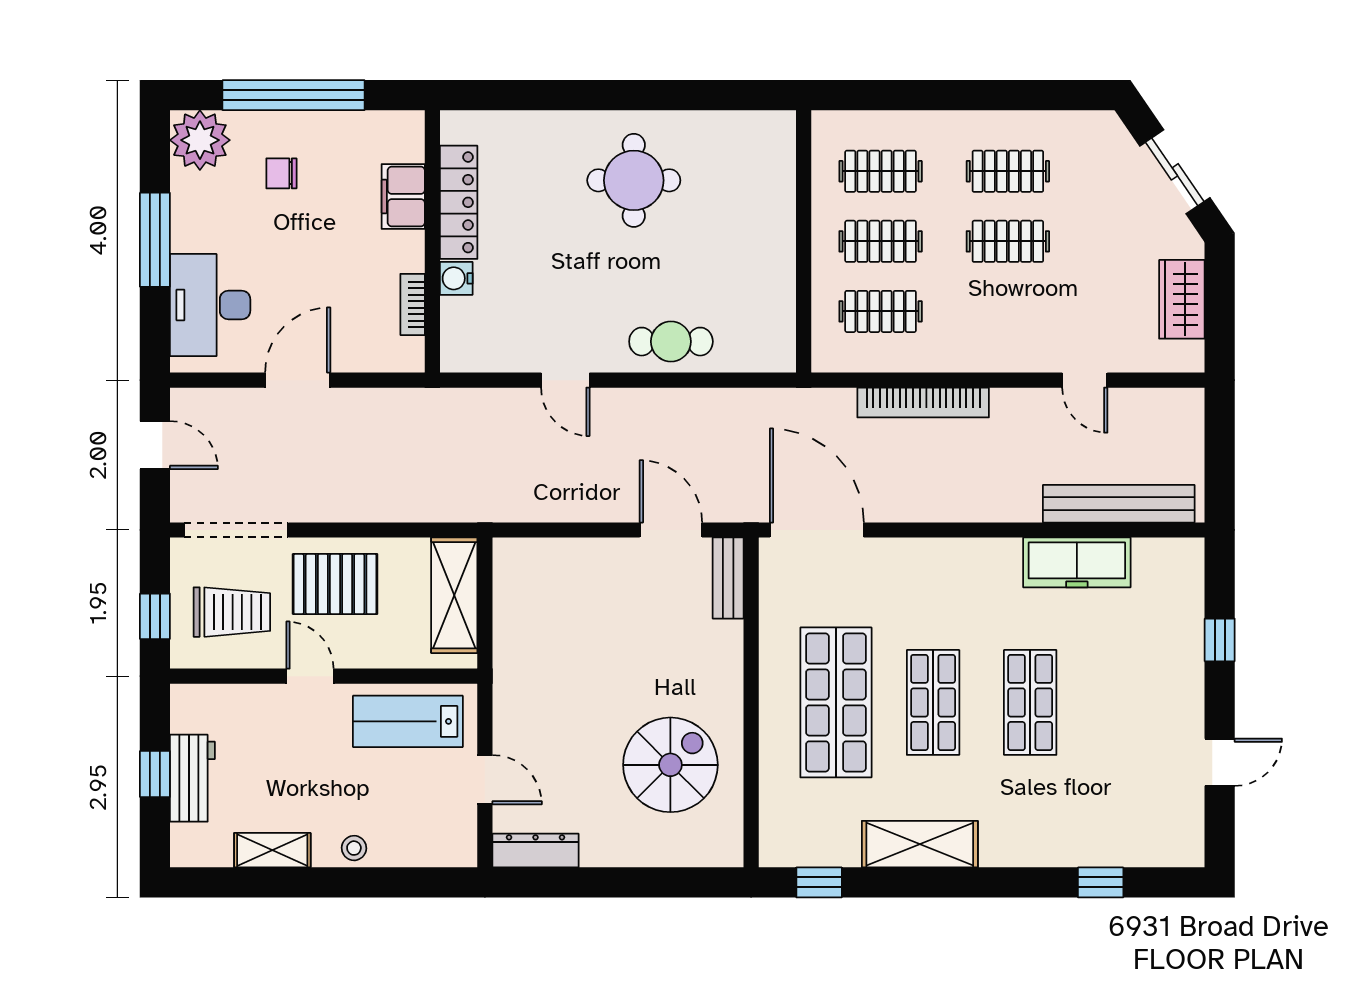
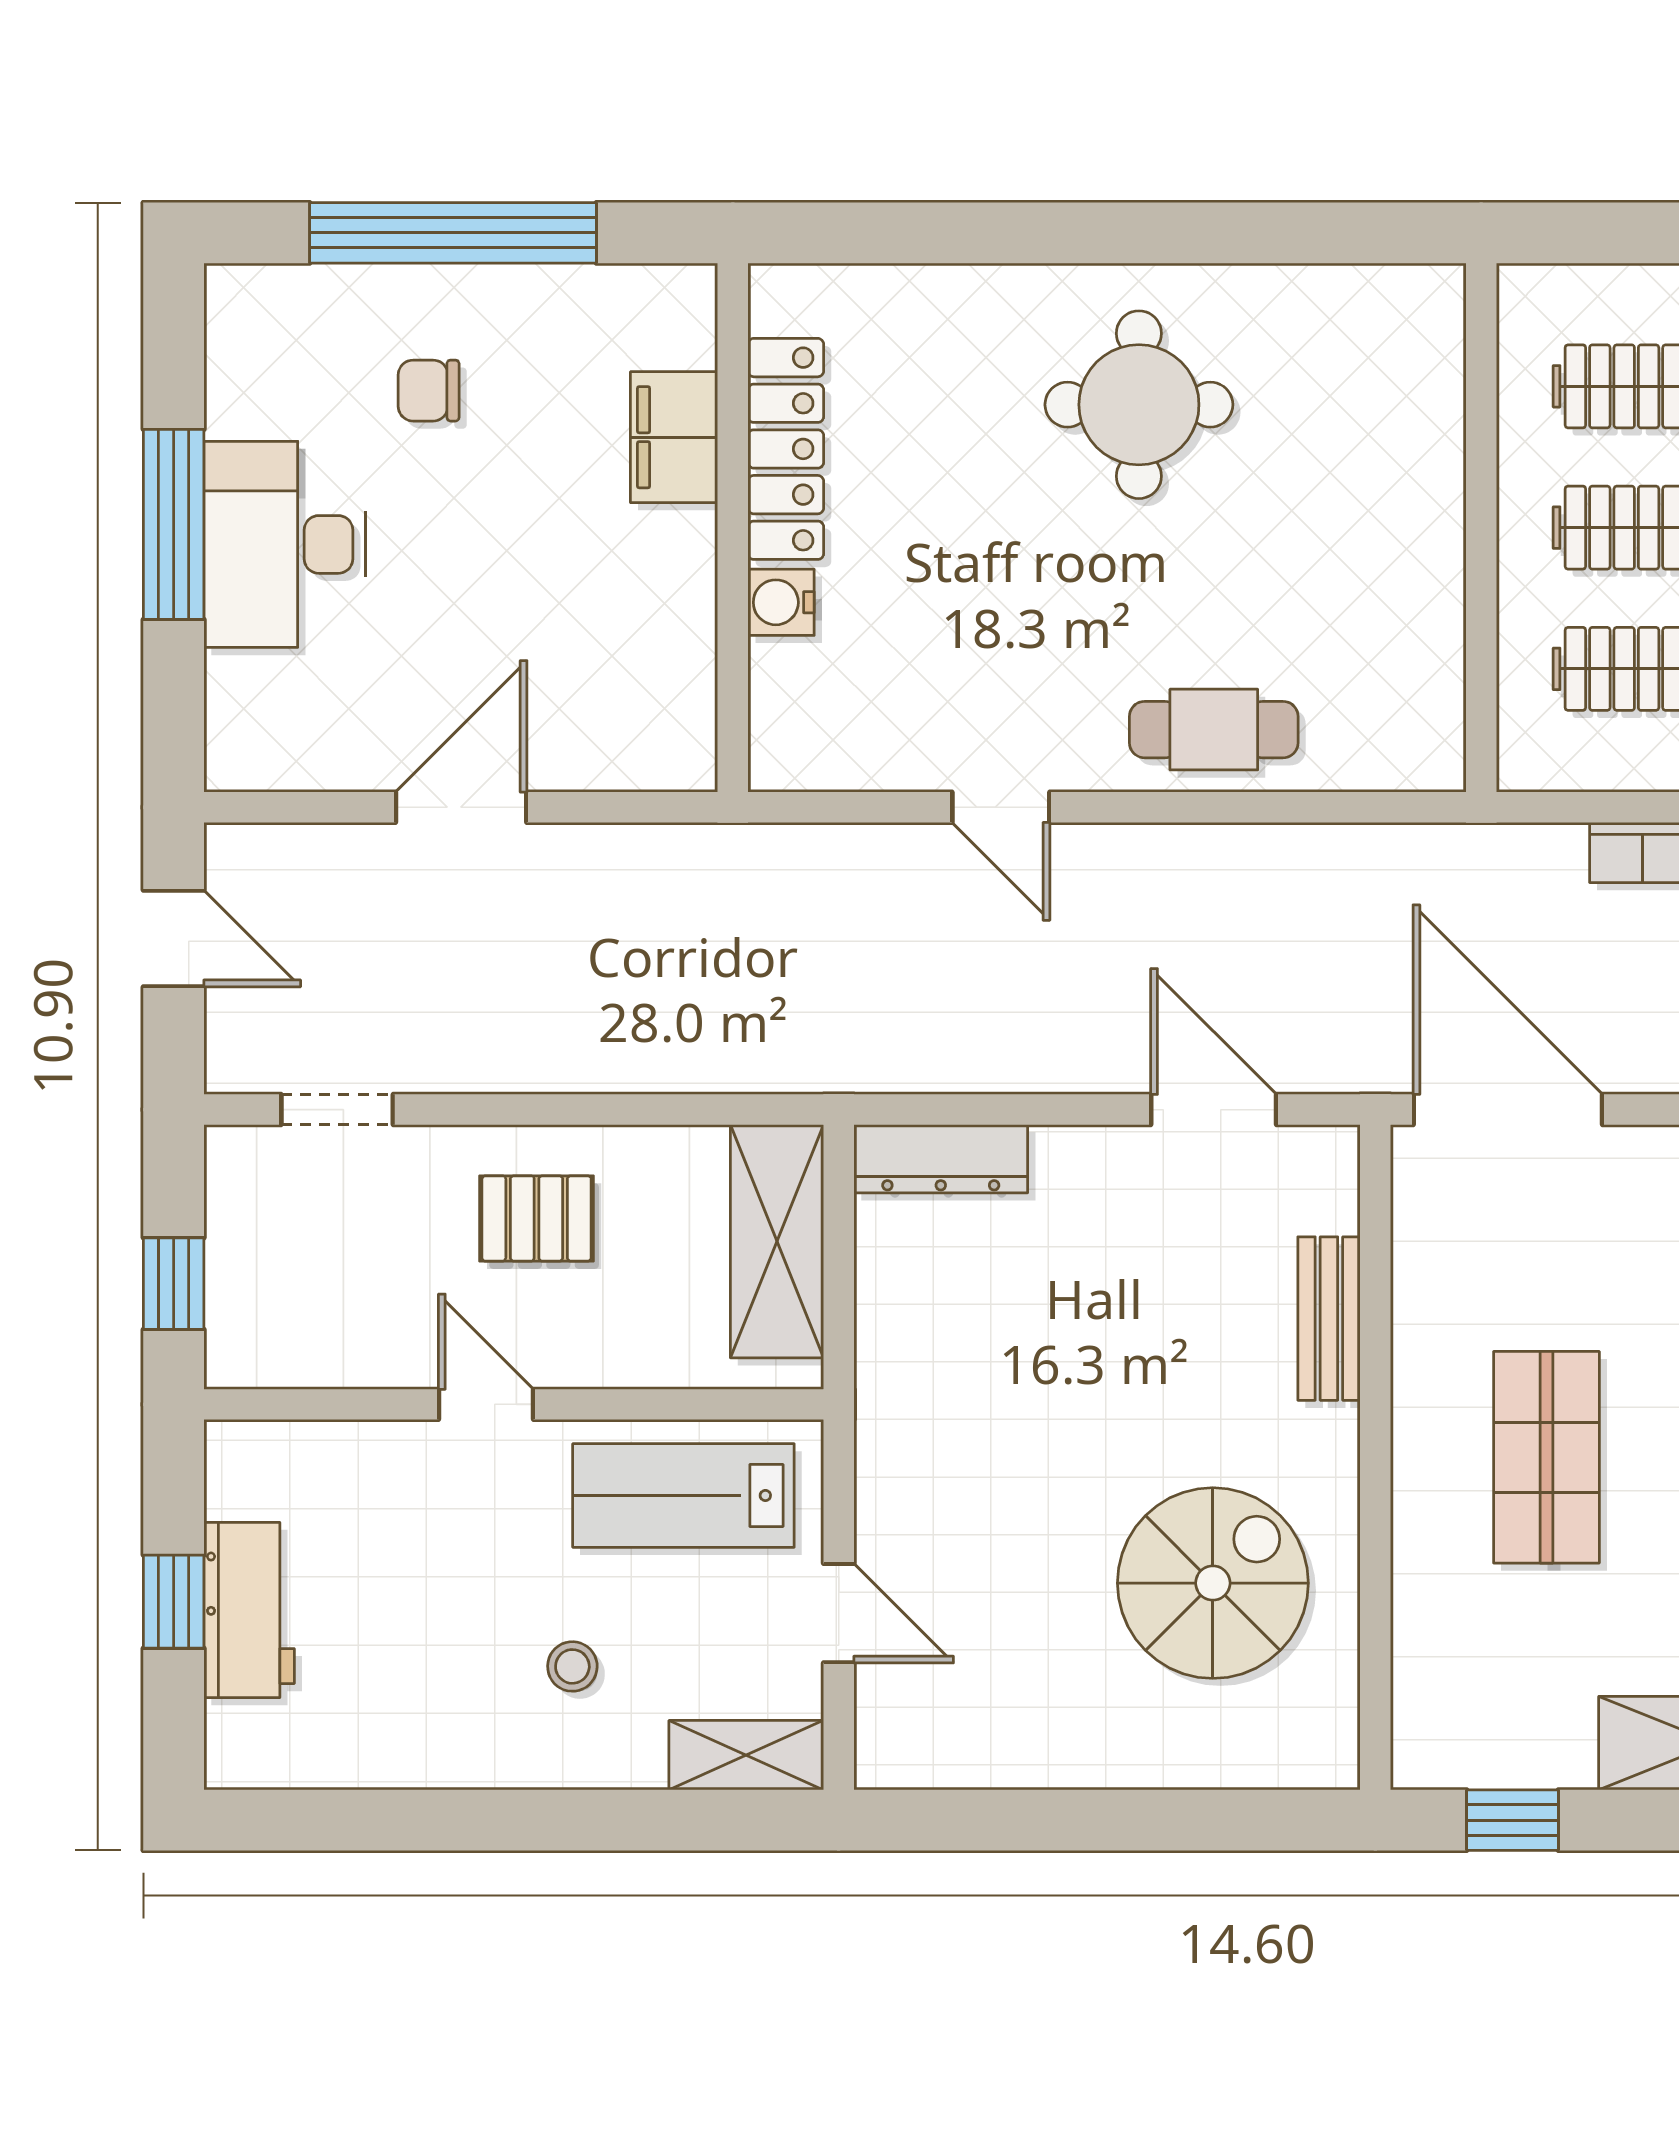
plant: (200, 140) -> (264, 324), removed
bookcase: (413, 304) -> (693, 655), removed
desk: (210, 305) -> (285, 544), moved
doorway: (236, 530) -> (337, 1110), width x0.53
bench: (728, 578) -> (1329, 1319), moved
pallet: (335, 584) -> (537, 1218), width x0.67, depth x0.71
trolley: (232, 612) -> (329, 1275), removed
shop shelf: (836, 702) -> (1546, 1457), width x0.70, depth x0.74
stool: (354, 848) -> (572, 1666), moved
shelving: (272, 850) -> (746, 1755), moved
dresser: (536, 851) -> (941, 1159), moved, turned 180

